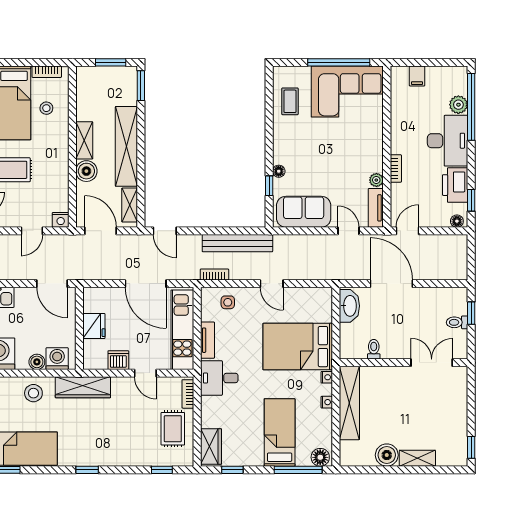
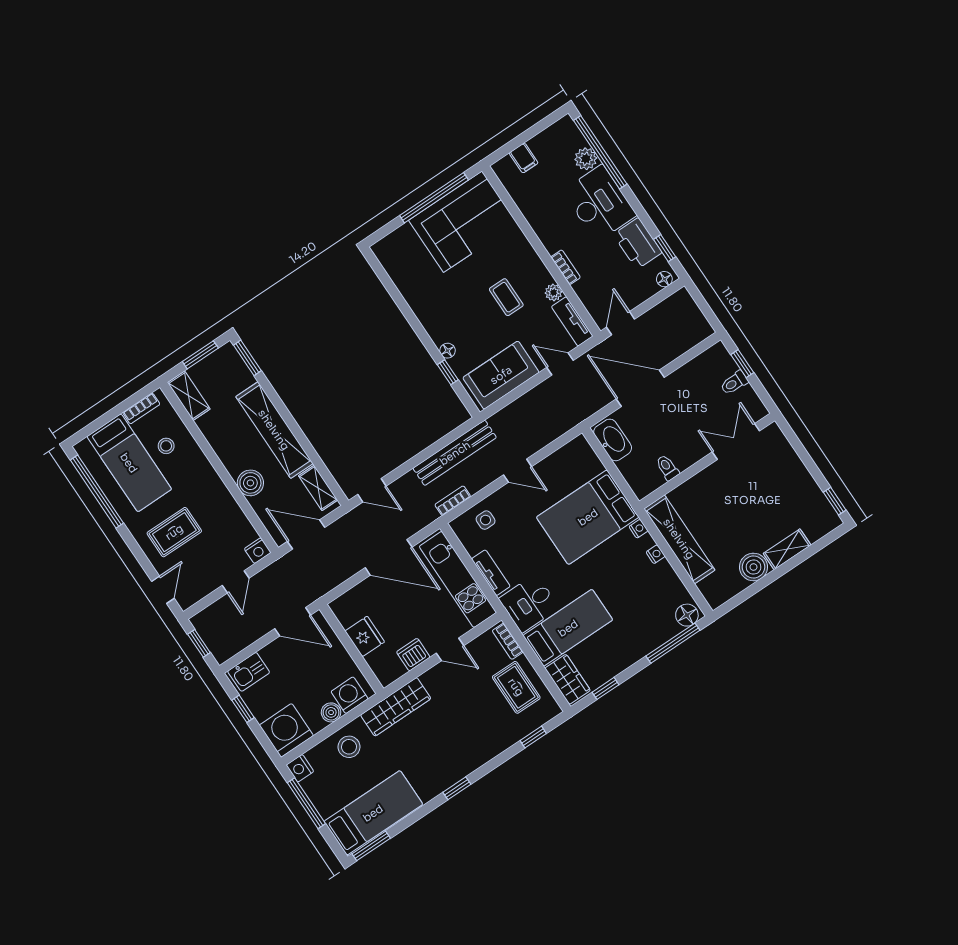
coffee table: (290, 101) -> (506, 297), moved
shelving: (84, 140) -> (189, 396), moved
bed: (280, 432) -> (568, 628), moved, turned 90

